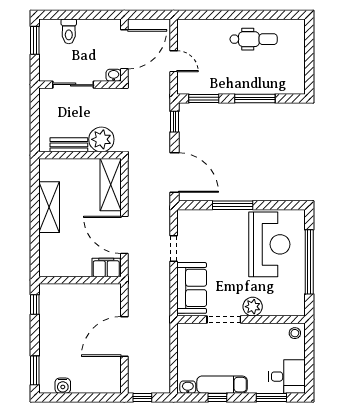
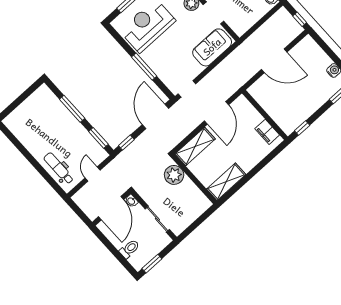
dental chair: (254, 39) -> (59, 168), moved
door: (124, 49) -> (111, 208), swing flipped
bench: (69, 145) -> (194, 191), removed
shelving: (49, 207) -> (226, 182), moved
doorway: (174, 248) -> (187, 89), moved
filing cabinet: (106, 267) -> (267, 132), moved

